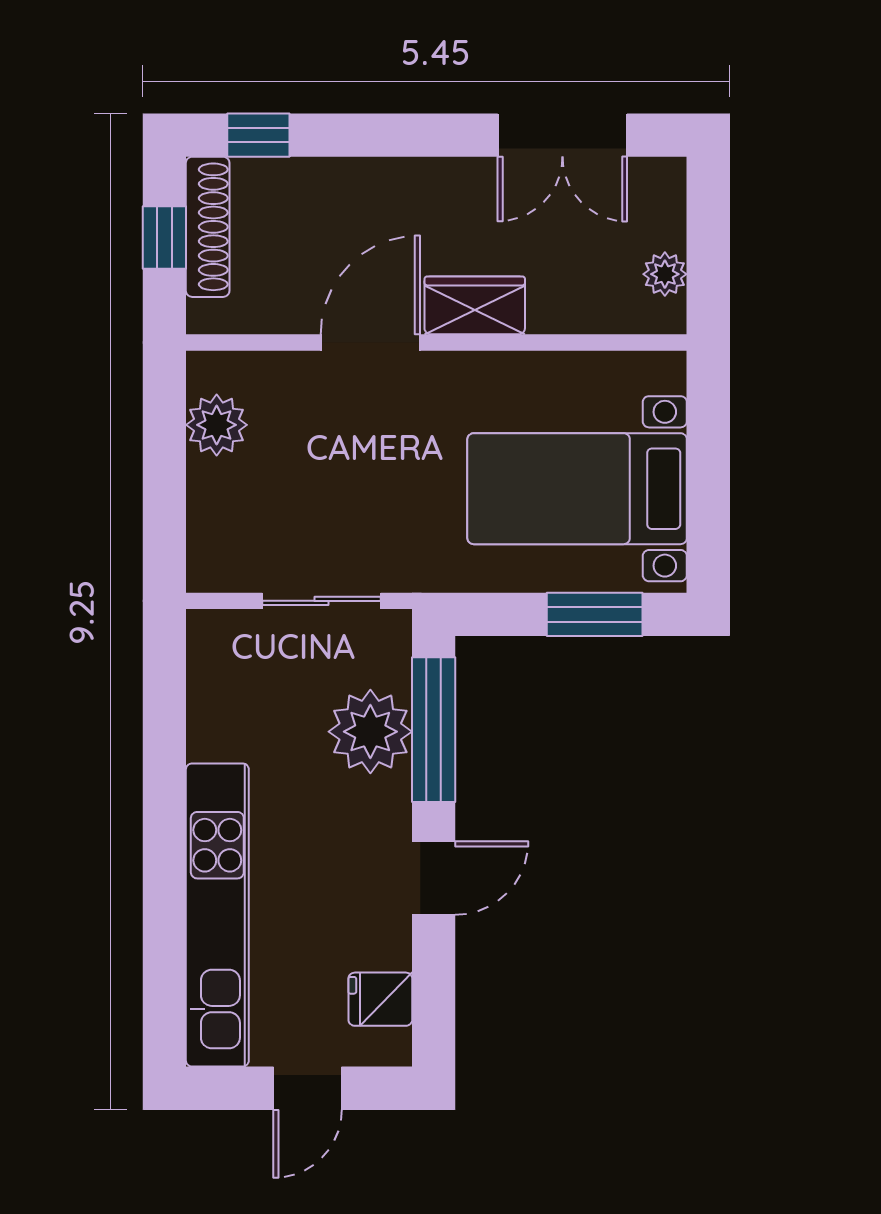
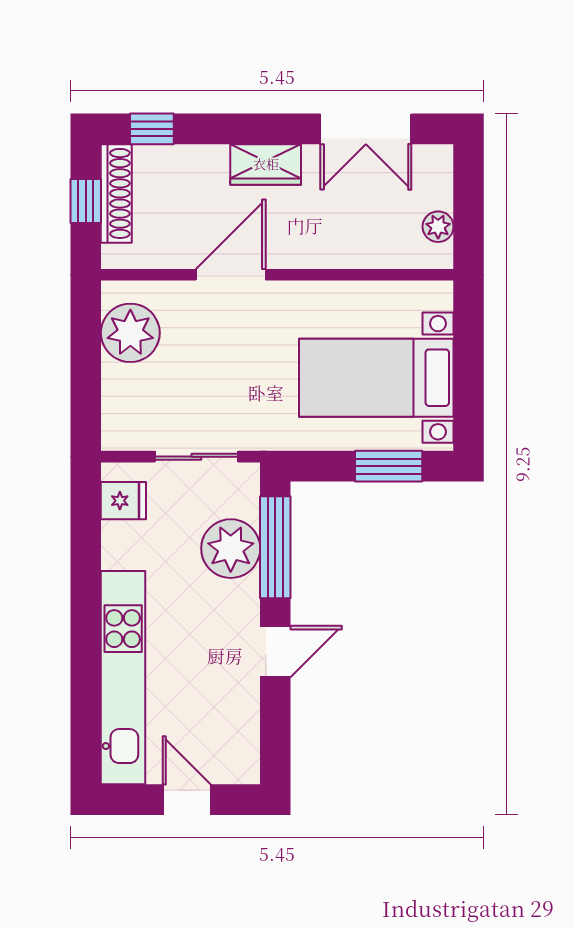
wardrobe: (475, 305) -> (266, 164), moved, turned 180
plant: (217, 425) -> (130, 333), width x1.36, depth x1.36
fridge: (380, 999) -> (123, 501), moved, turned 180
door: (308, 1088) -> (187, 800), swing flipped

